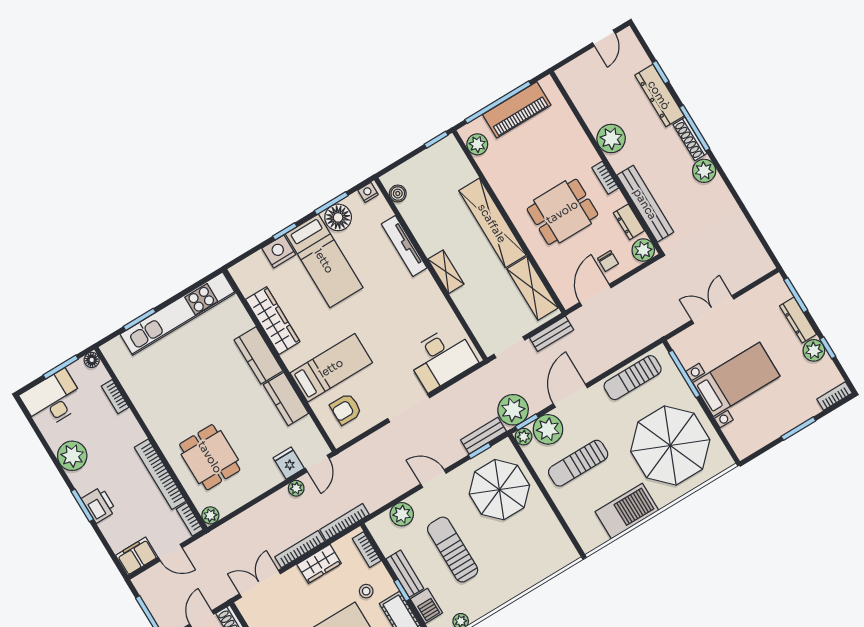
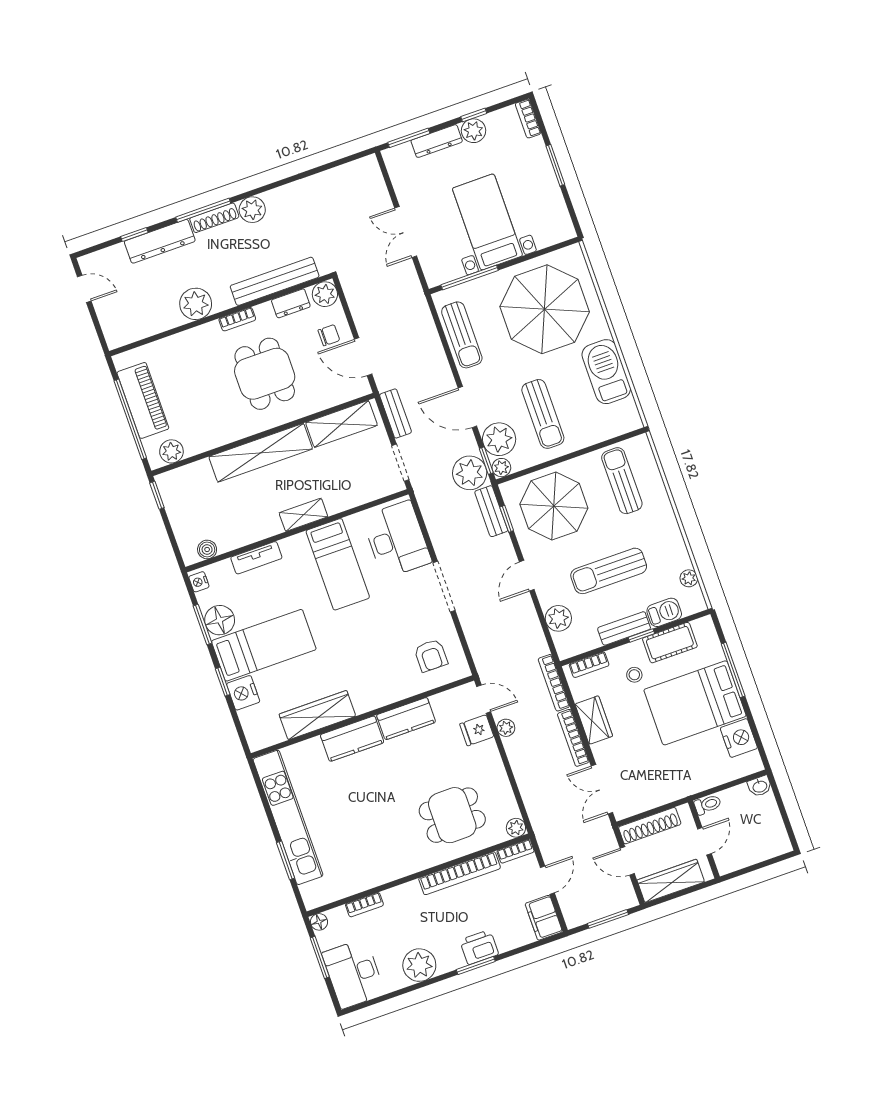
tv unit: (404, 246) -> (256, 558), width x0.71
bed: (331, 368) -> (338, 564), moved, turned 180
sun lounger: (534, 545) -> (622, 481), added

